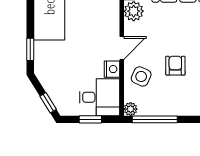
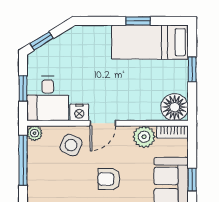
door: (122, 48) -> (103, 123), hinge flipped
window: (30, 49) -> (138, 21), moved
armchair: (175, 66) -> (109, 179), moved, turned 180

